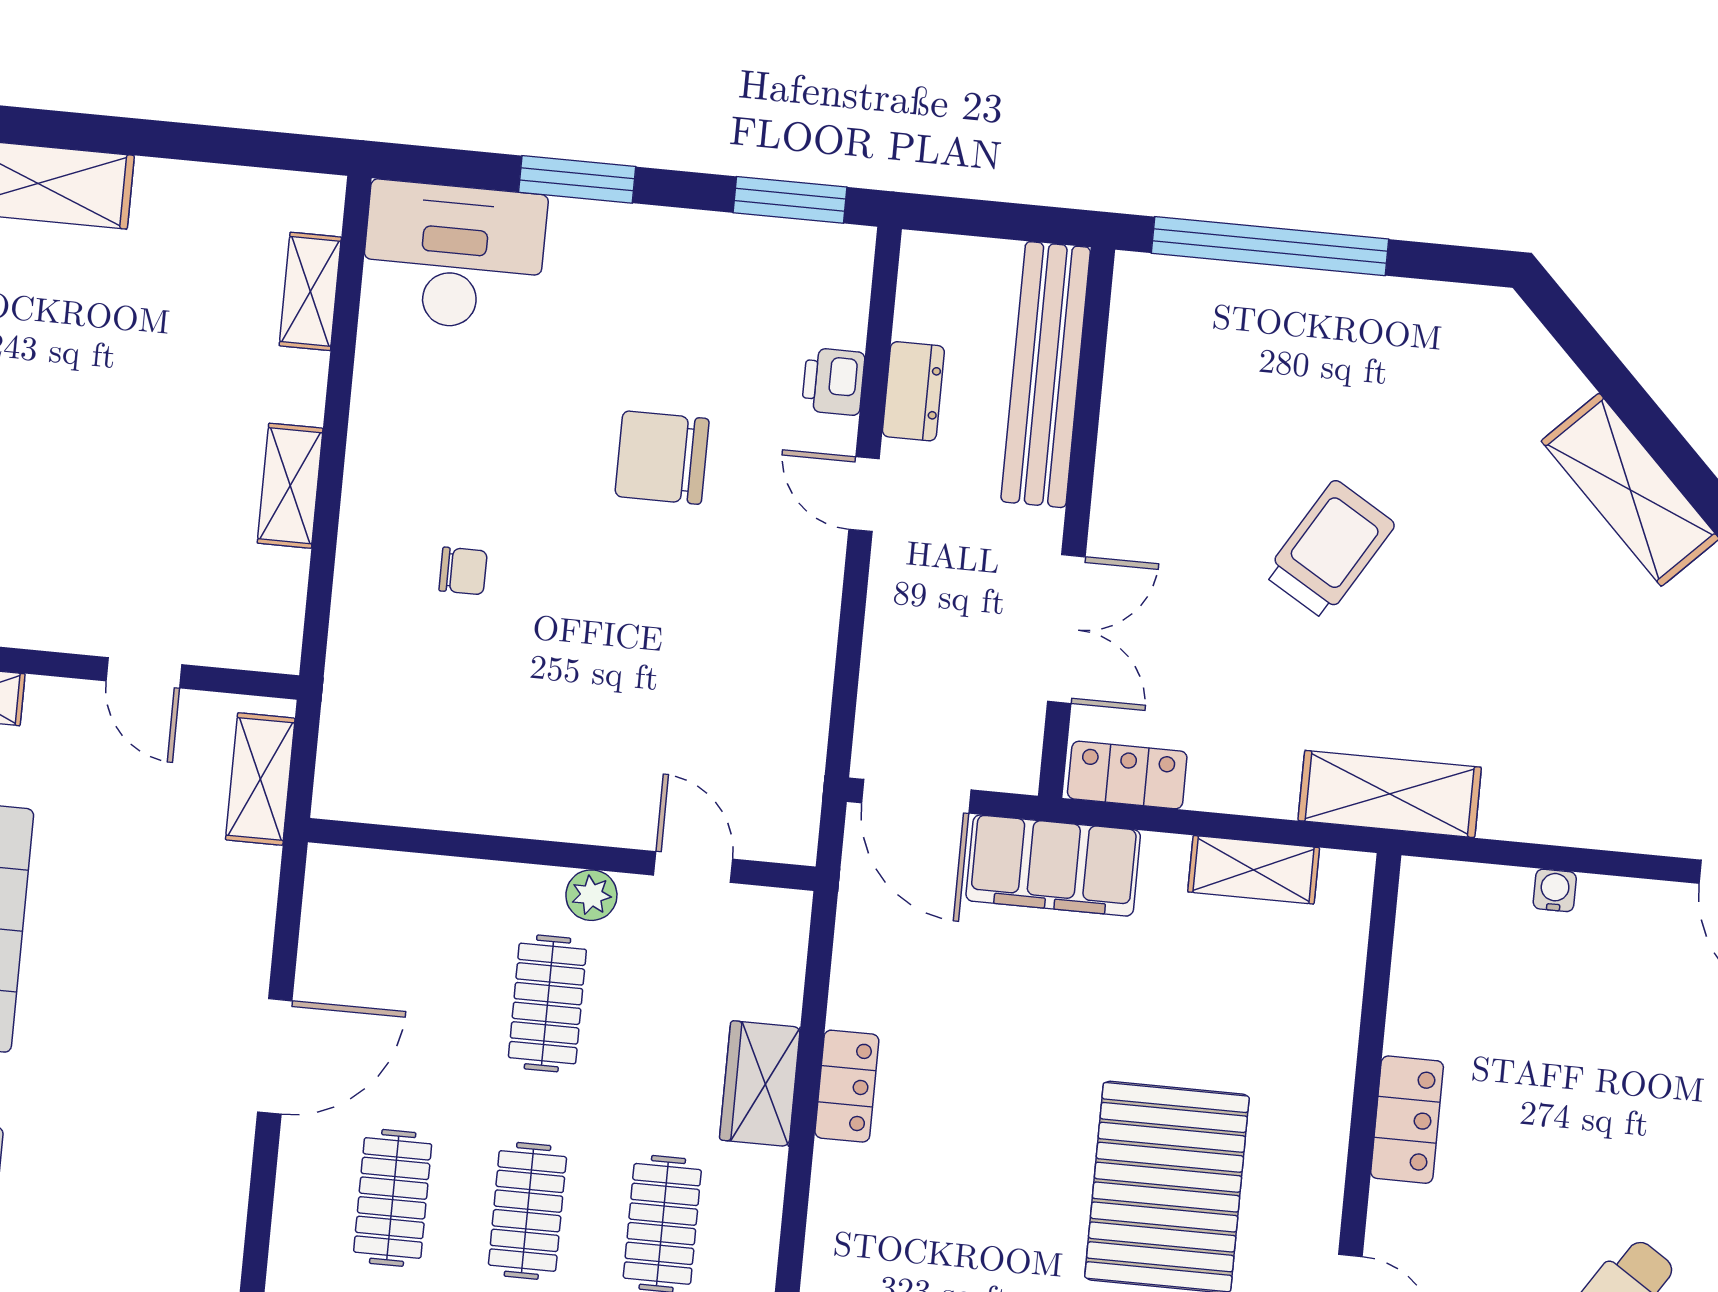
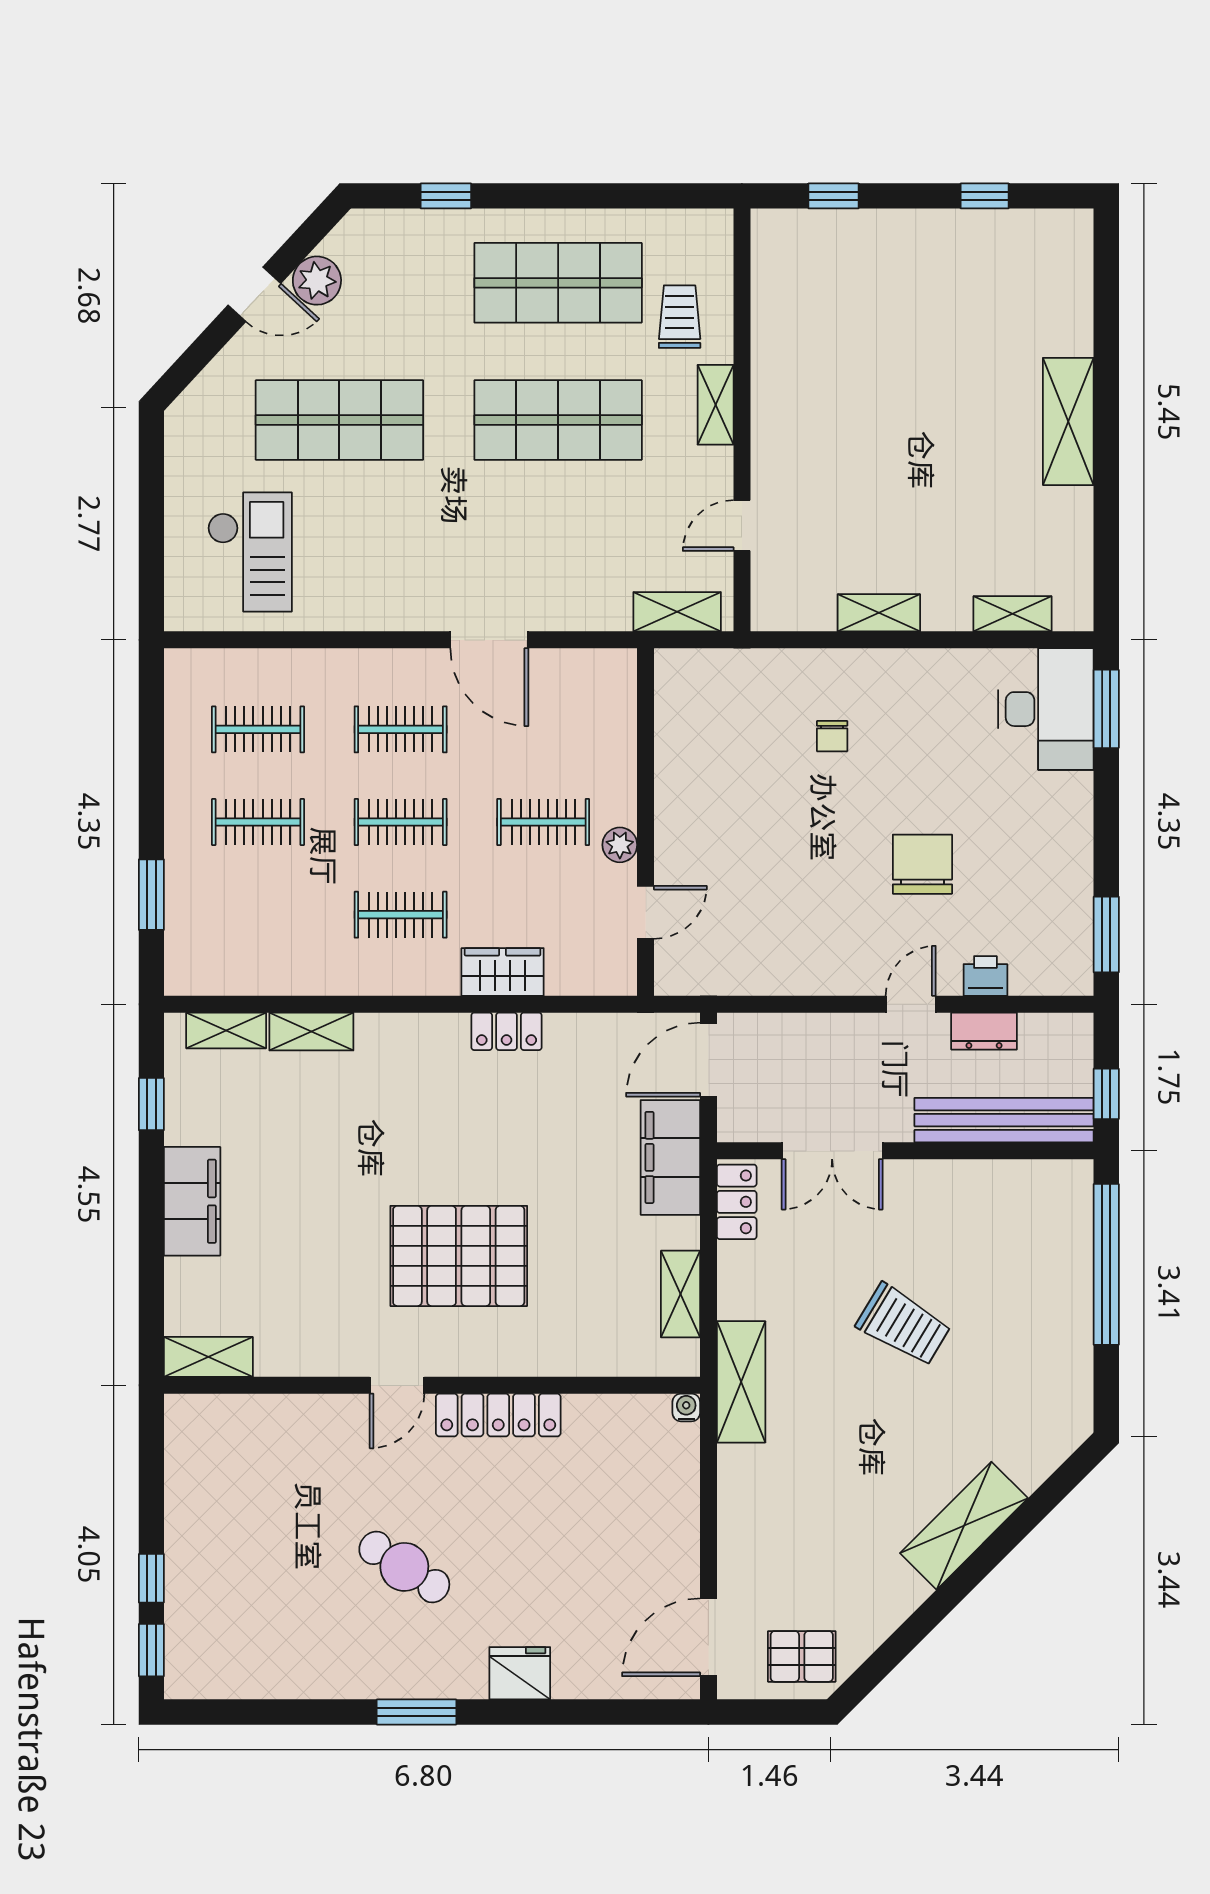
window: (577, 179) -> (1106, 709), moved
window: (1022, 222) -> (1106, 1094), added
water cooler: (1555, 890) -> (686, 1407), moved, turned -90
locker: (1407, 1120) -> (498, 1415), width x1.53

